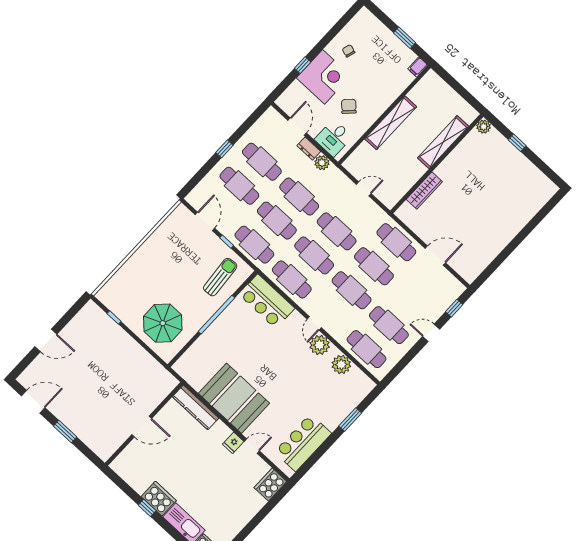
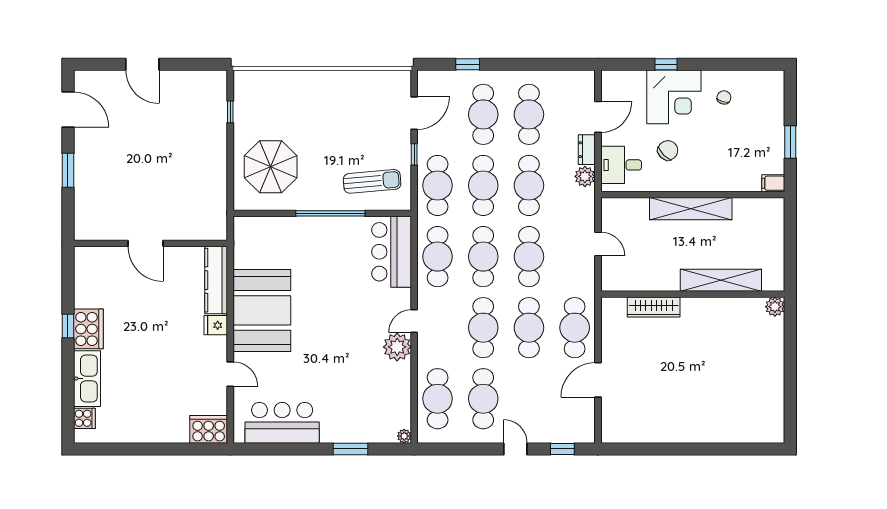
window: (517, 143) -> (790, 356), removed
window: (224, 149) -> (468, 64), moved
door: (435, 256) -> (598, 380), swing flipped
plant: (341, 364) -> (404, 436), moved, width x0.53, depth x0.53
fridge: (233, 443) -> (216, 325), moved

